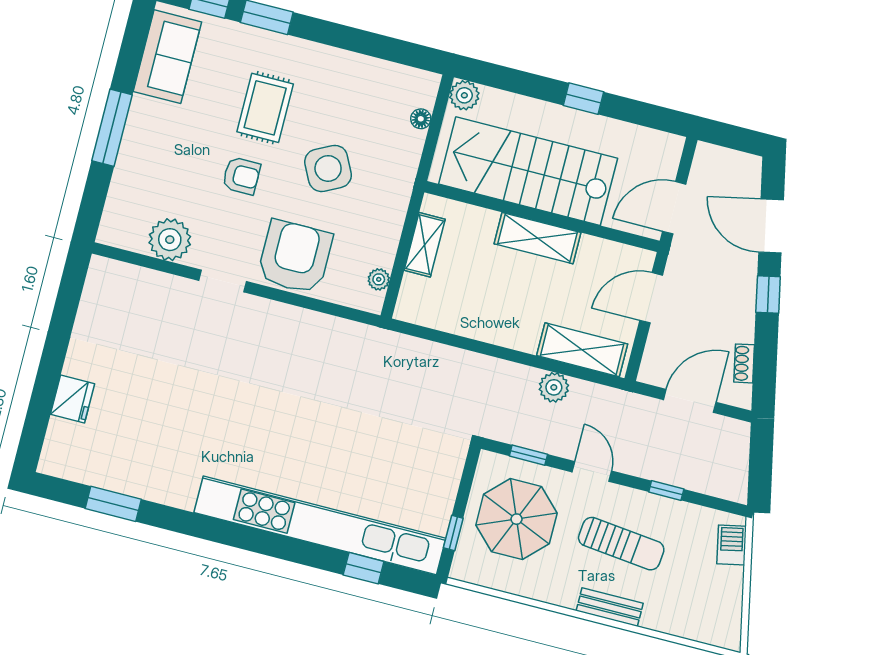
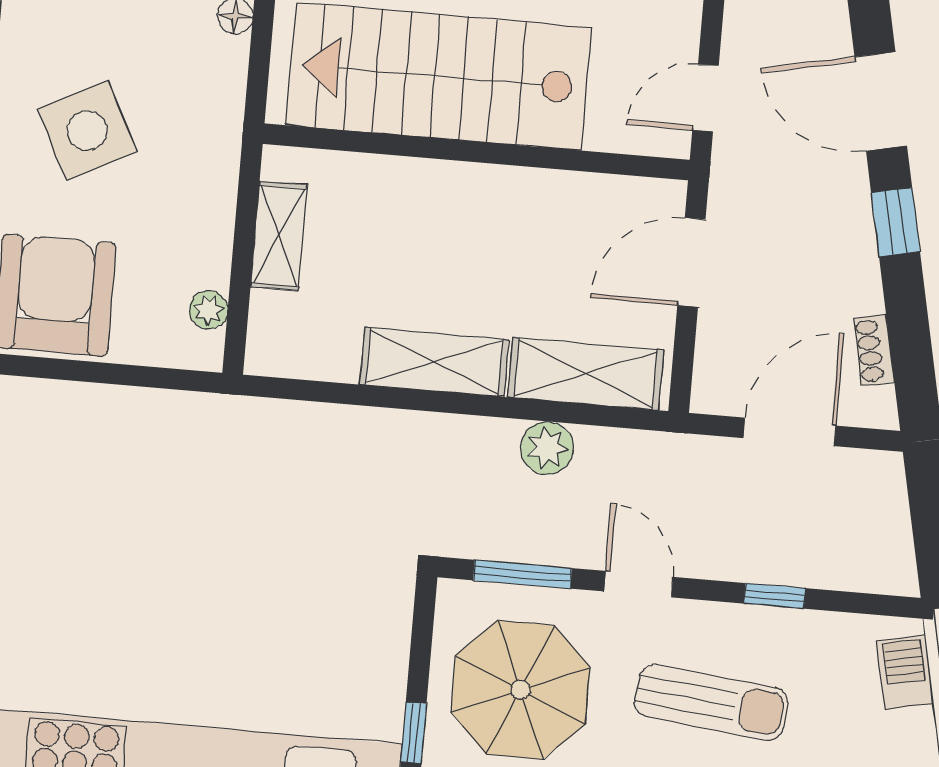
door: (674, 208) -> (706, 98), width x0.73
shelving: (538, 238) -> (434, 362), moved
window: (528, 455) -> (523, 574), width x1.50

